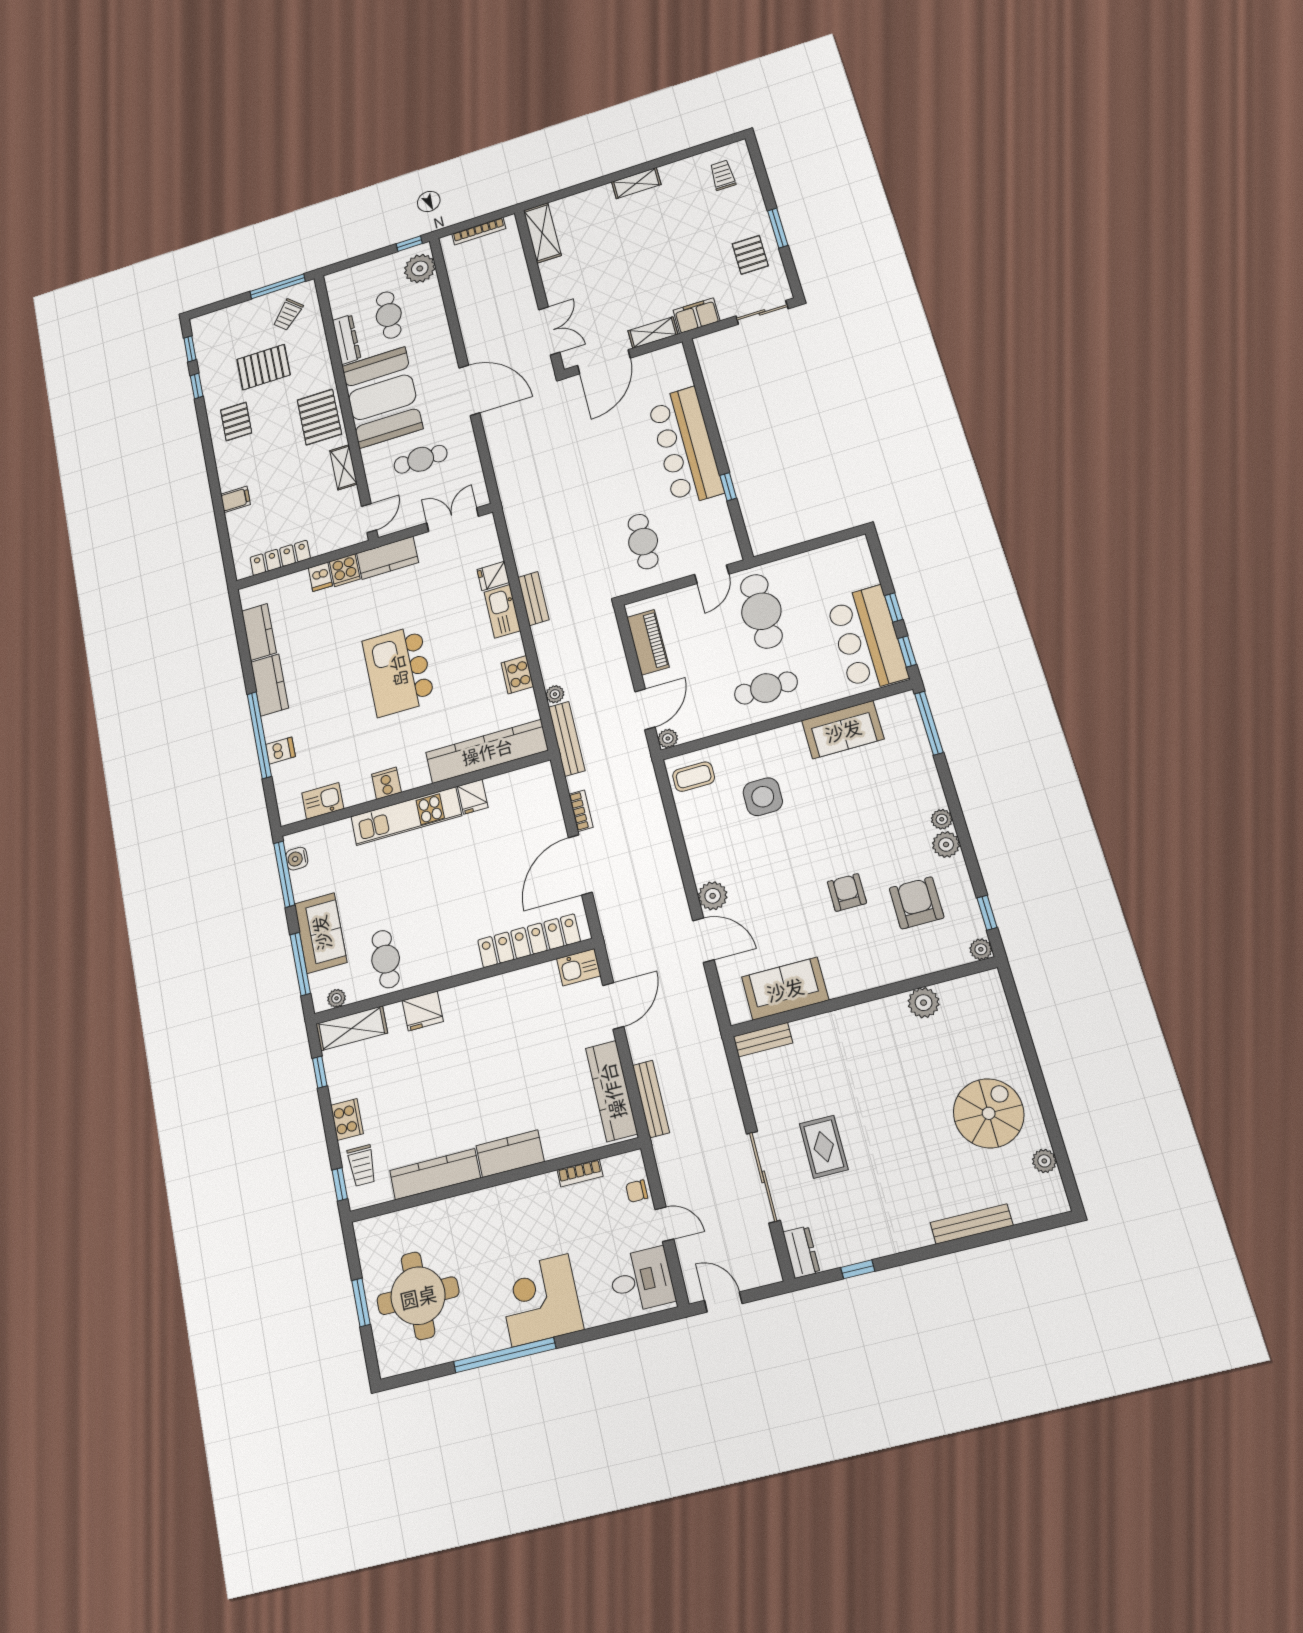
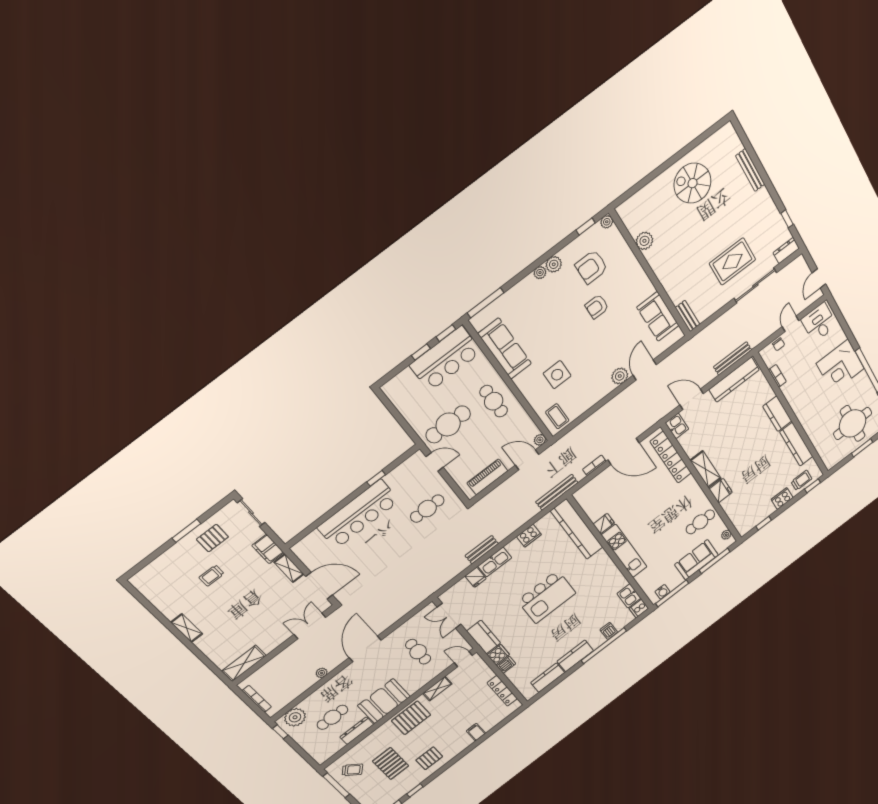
trolley: (723, 175) -> (212, 576), moved
booth: (382, 397) -> (384, 701), width x0.73, depth x0.70
plant: (555, 694) -> (322, 673), moved
sofa: (843, 730) -> (505, 349), width x1.36
cooker: (386, 783) -> (639, 609), moved
shelving: (352, 1028) -> (706, 469), moved
rug: (824, 1147) -> (732, 261), width x1.36, depth x1.43
plant: (1044, 1161) -> (709, 144), removed

